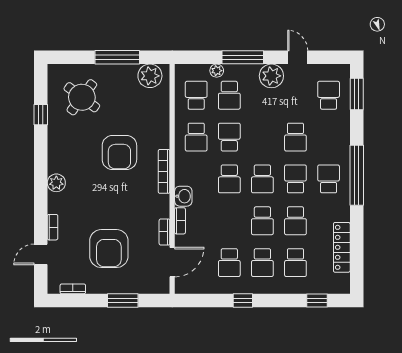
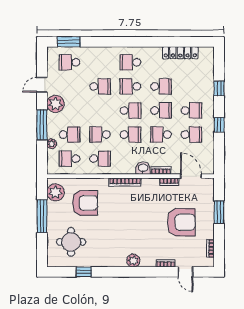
round table: (82, 97) -> (71, 242), turned -37
armchair: (119, 152) -> (85, 203), moved
window: (357, 175) -> (128, 42), removed
school desk: (295, 263) -> (161, 135), moved, turned 180
window: (317, 301) -> (219, 89), moved

